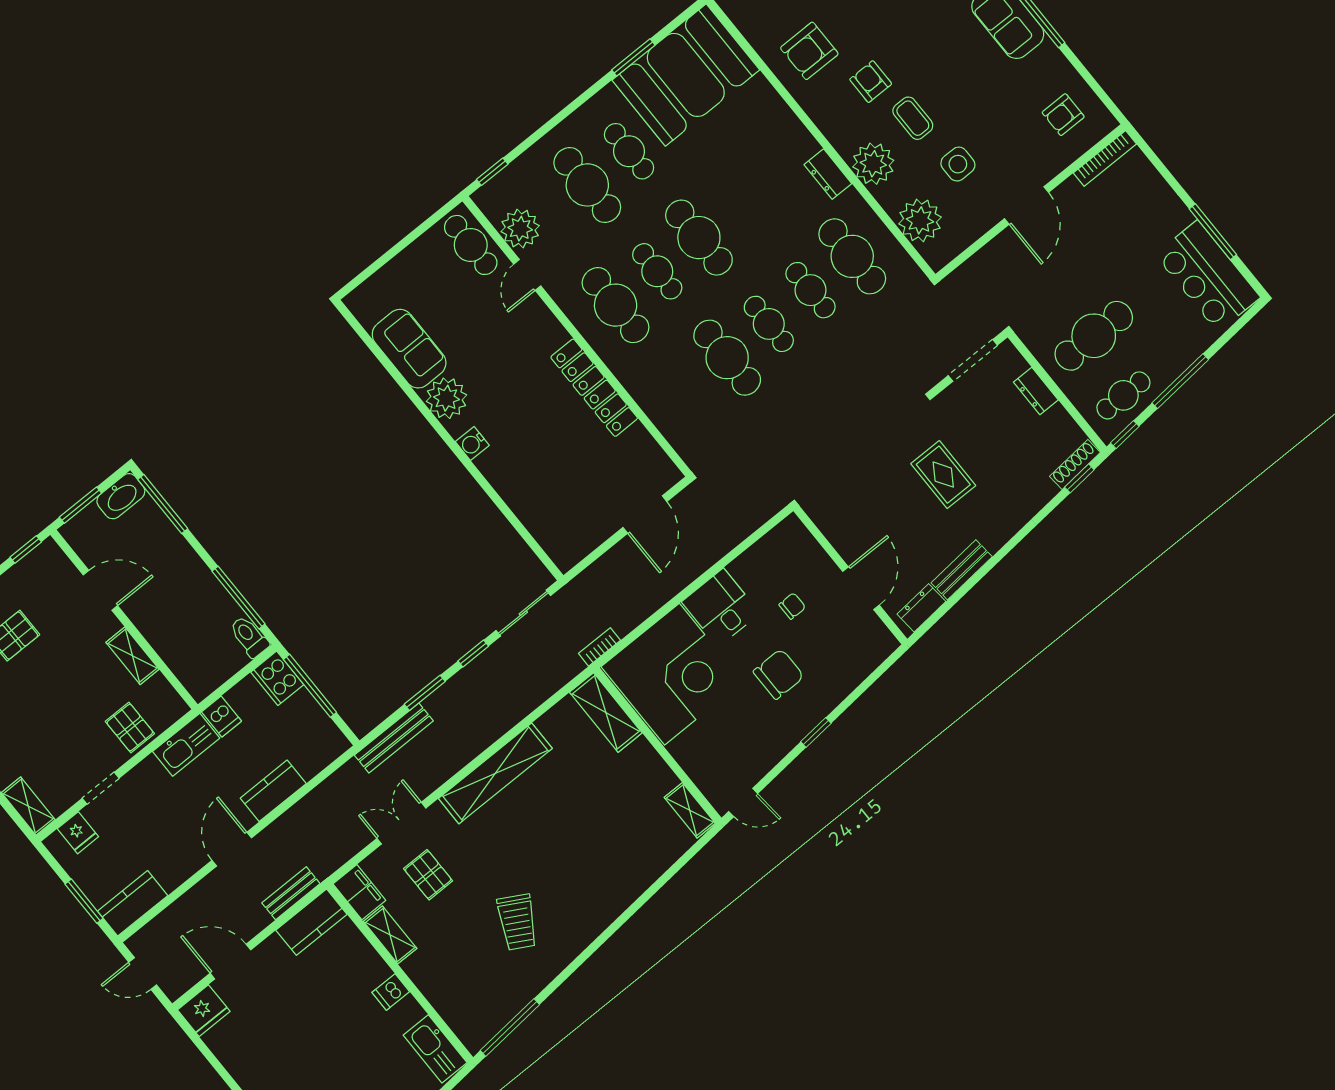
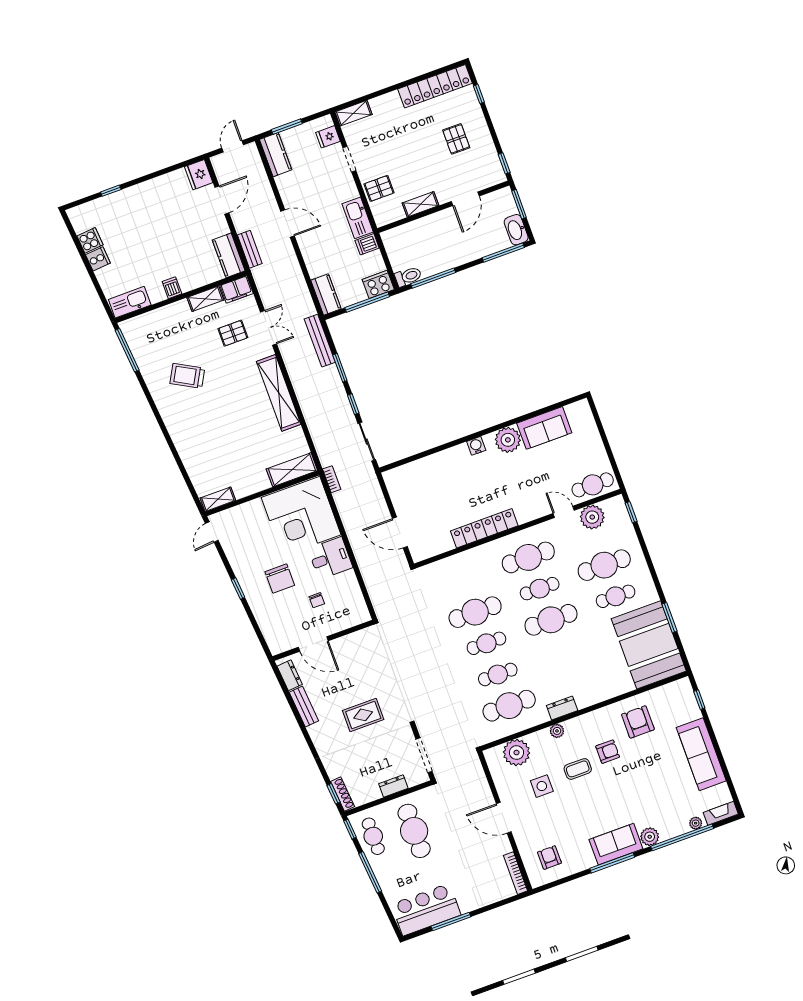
plant: (873, 164) -> (557, 731), width x0.53, depth x0.53
kitchen counter: (273, 791) -> (326, 294), moved

